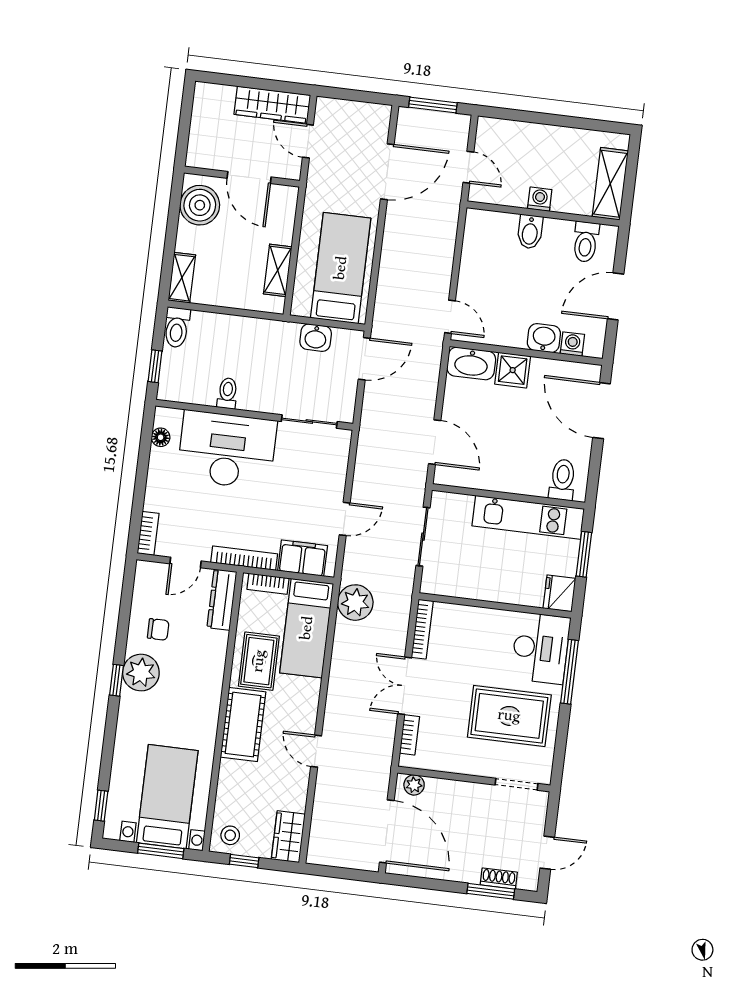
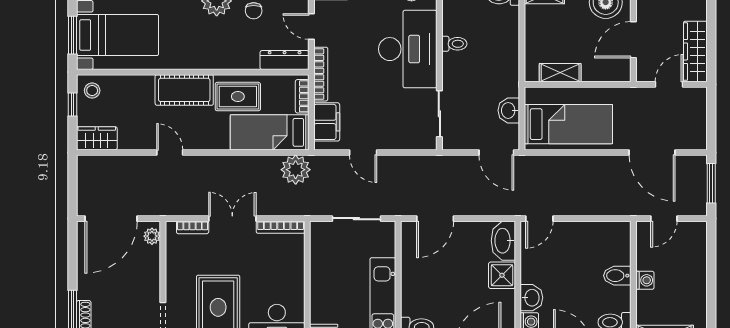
door: (316, 751) -> (170, 153), hinge flipped

